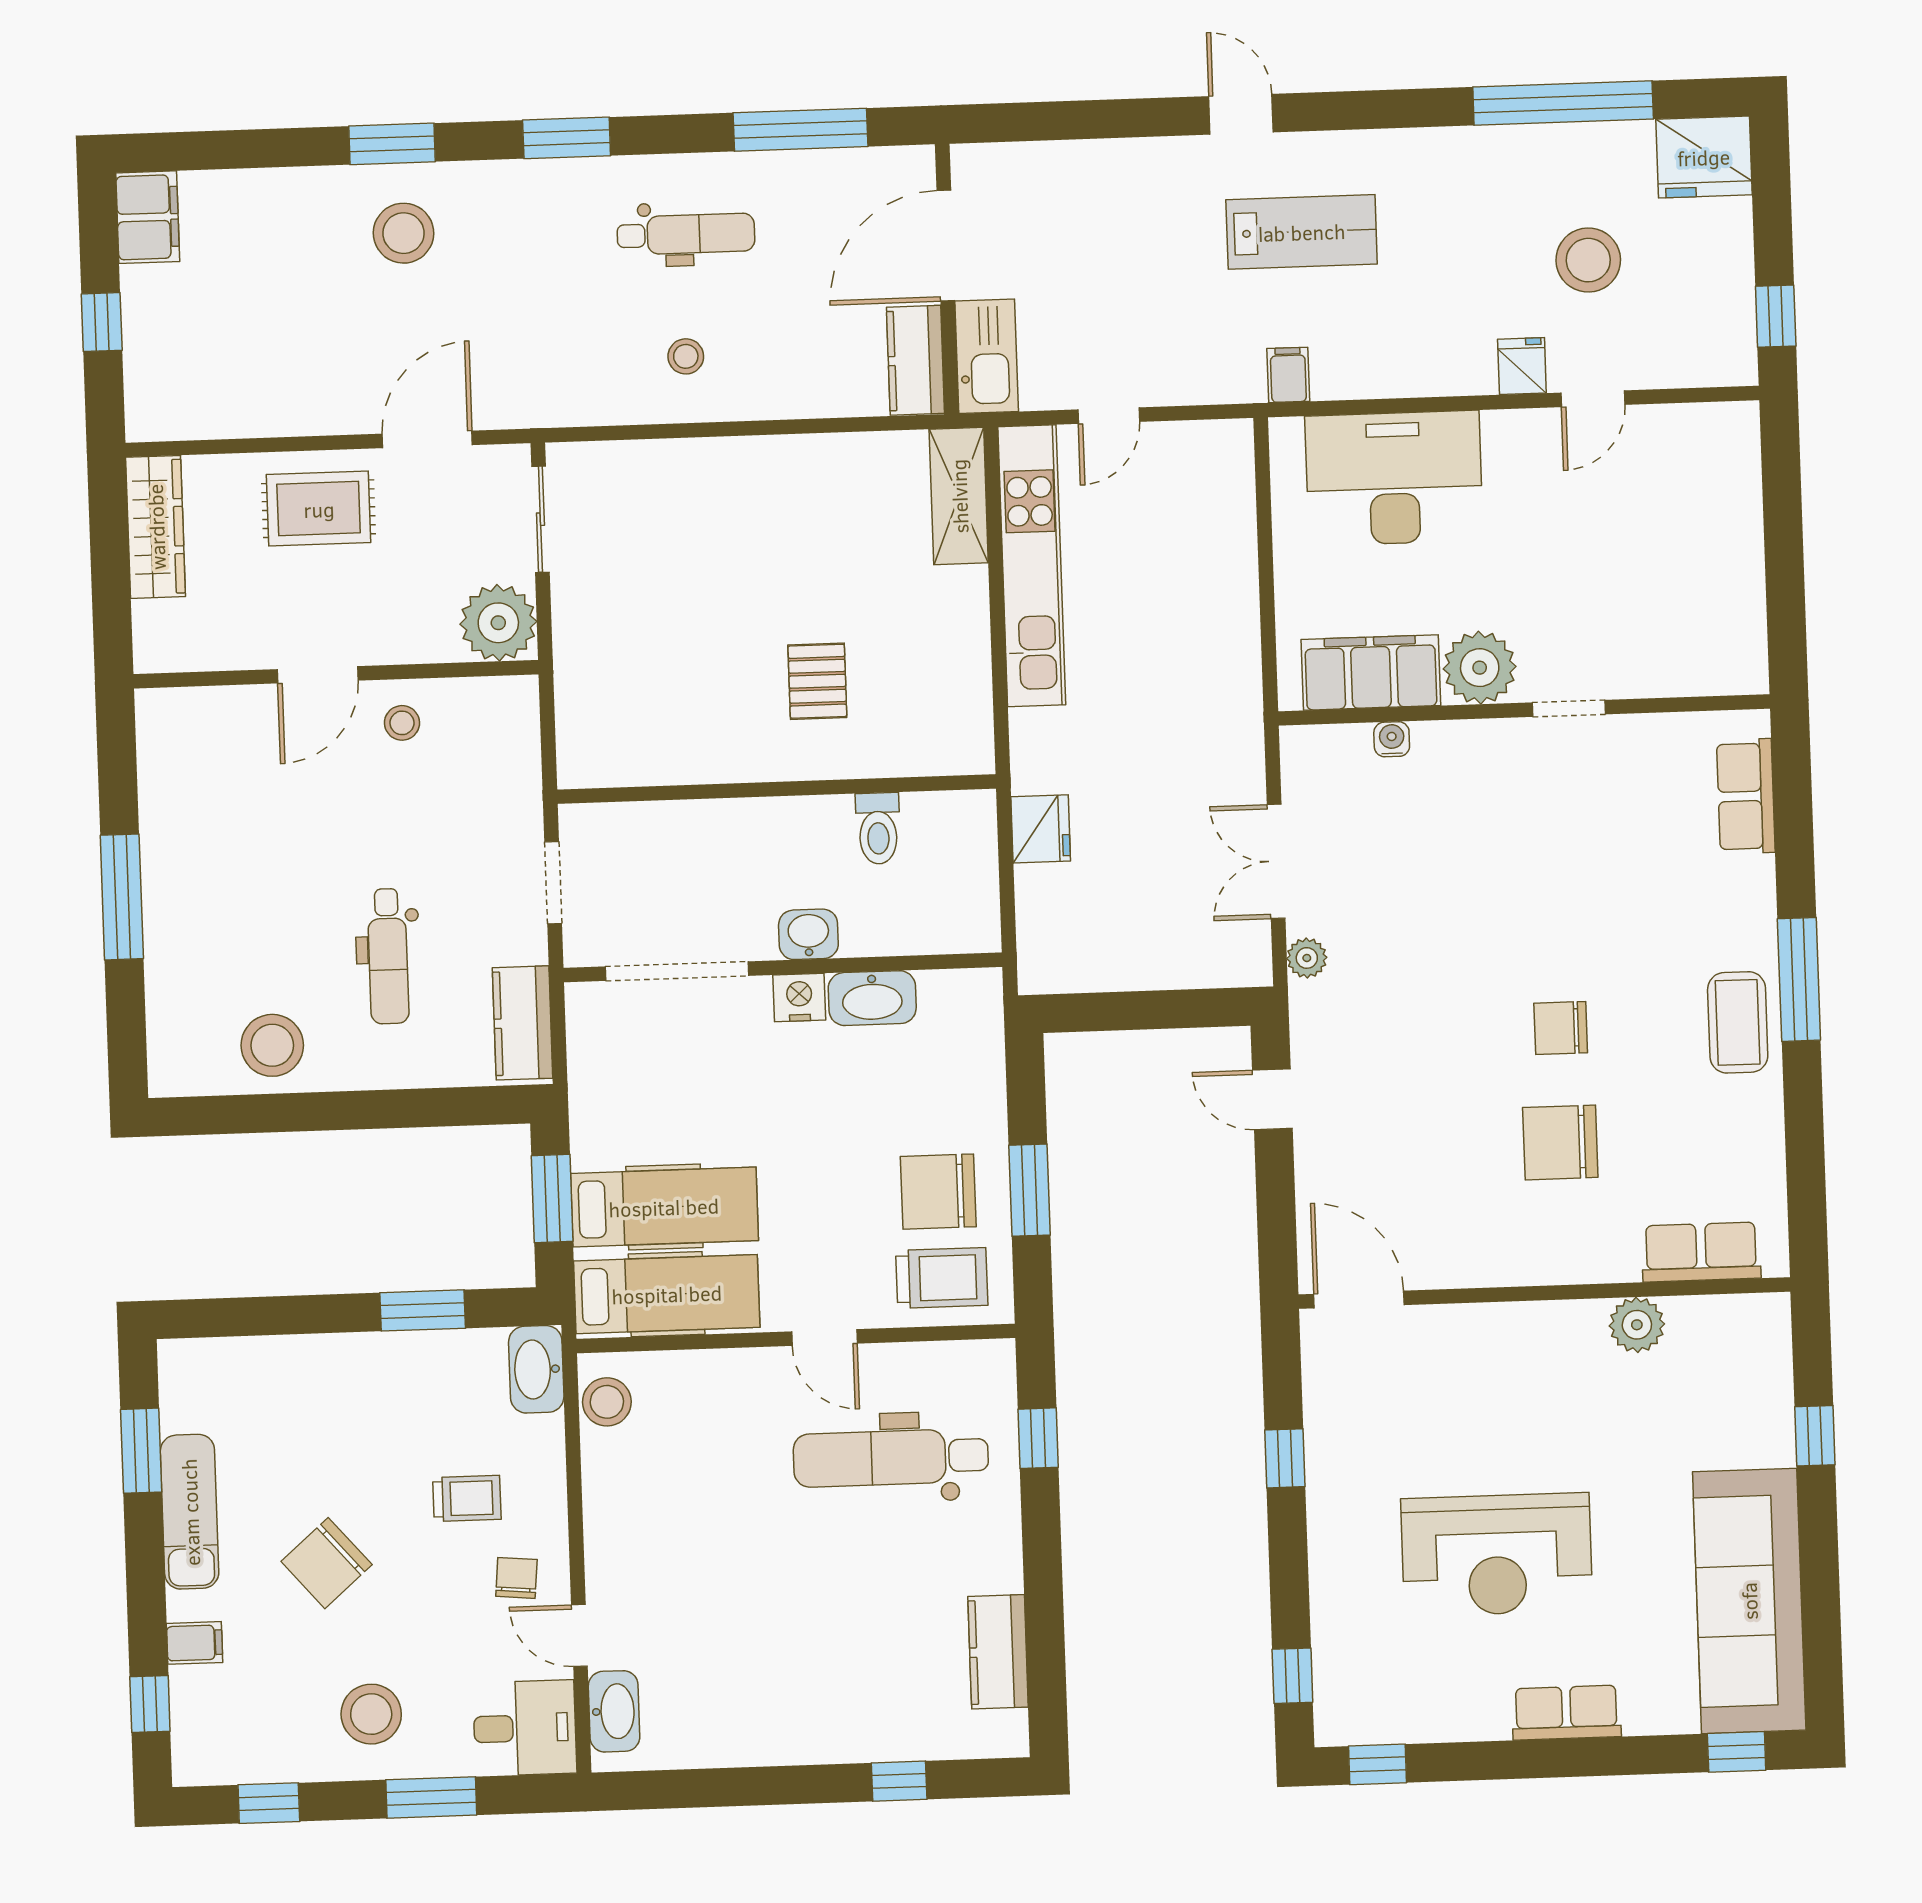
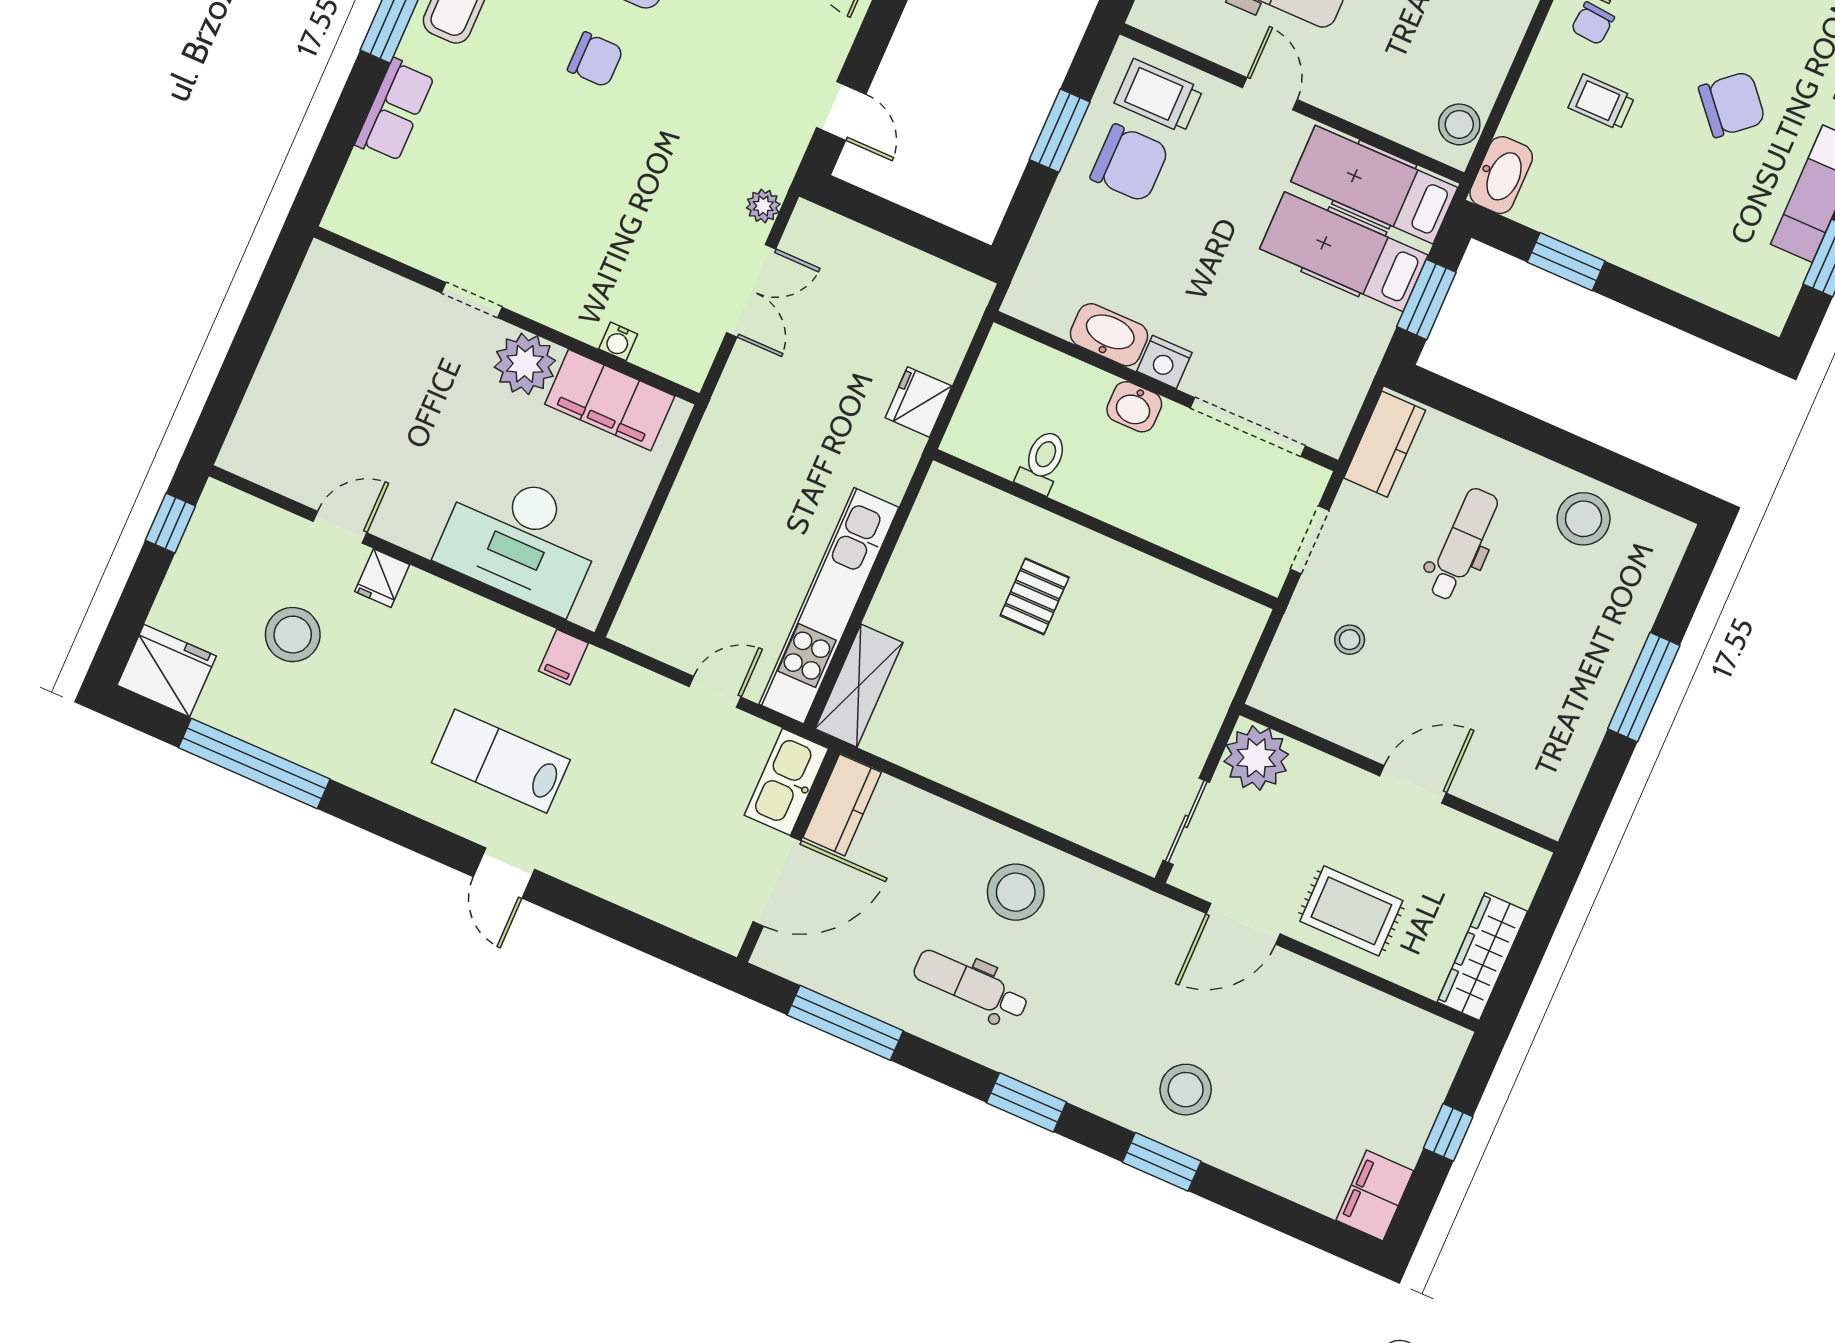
stool: (686, 356) -> (1016, 892), width x1.89, depth x1.89
stool: (402, 723) -> (1350, 640), moved
row of seats: (1746, 796) -> (395, 110), moved

